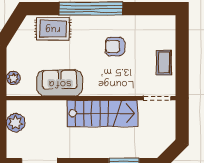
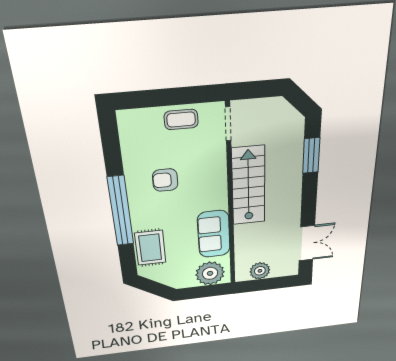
armchair: (115, 47) -> (165, 180), turned 90
plant: (13, 78) -> (210, 273), width x1.88, depth x1.88

